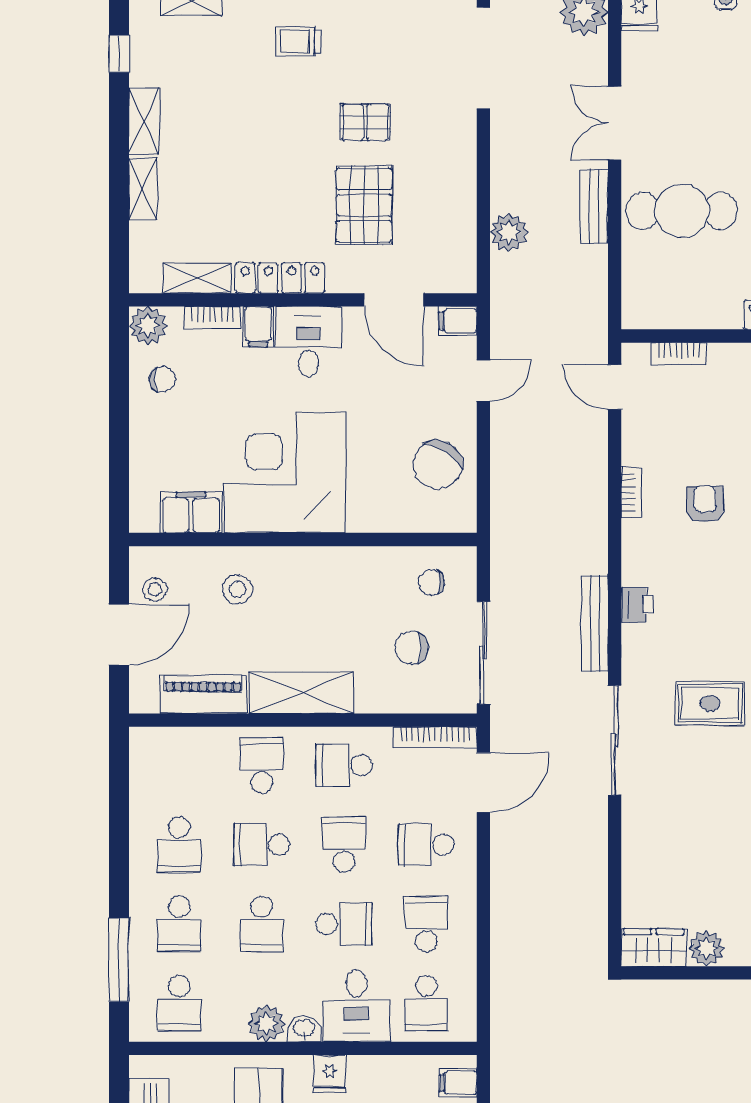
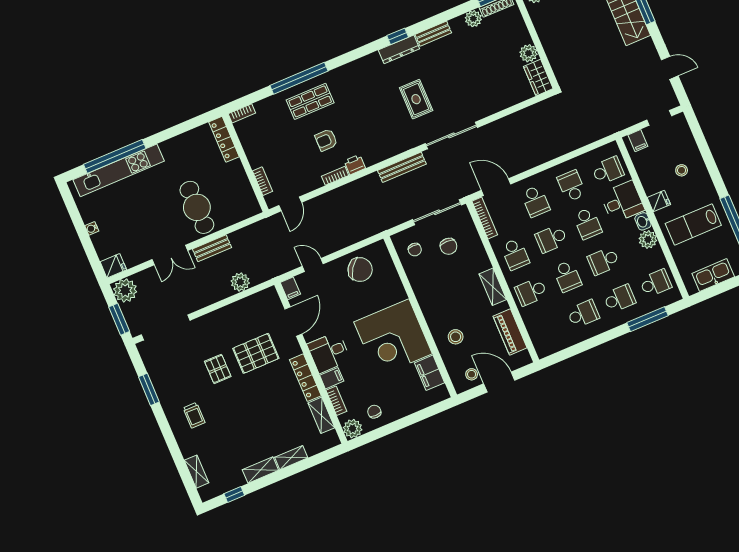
printer: (637, 605) -> (355, 165), moved
shelving: (301, 693) -> (493, 287), width x0.67, depth x0.75
school desk: (262, 924) -> (603, 261), turned 180
school desk: (344, 924) -> (588, 223), turned 180
school desk: (426, 924) -> (572, 186), turned 90

